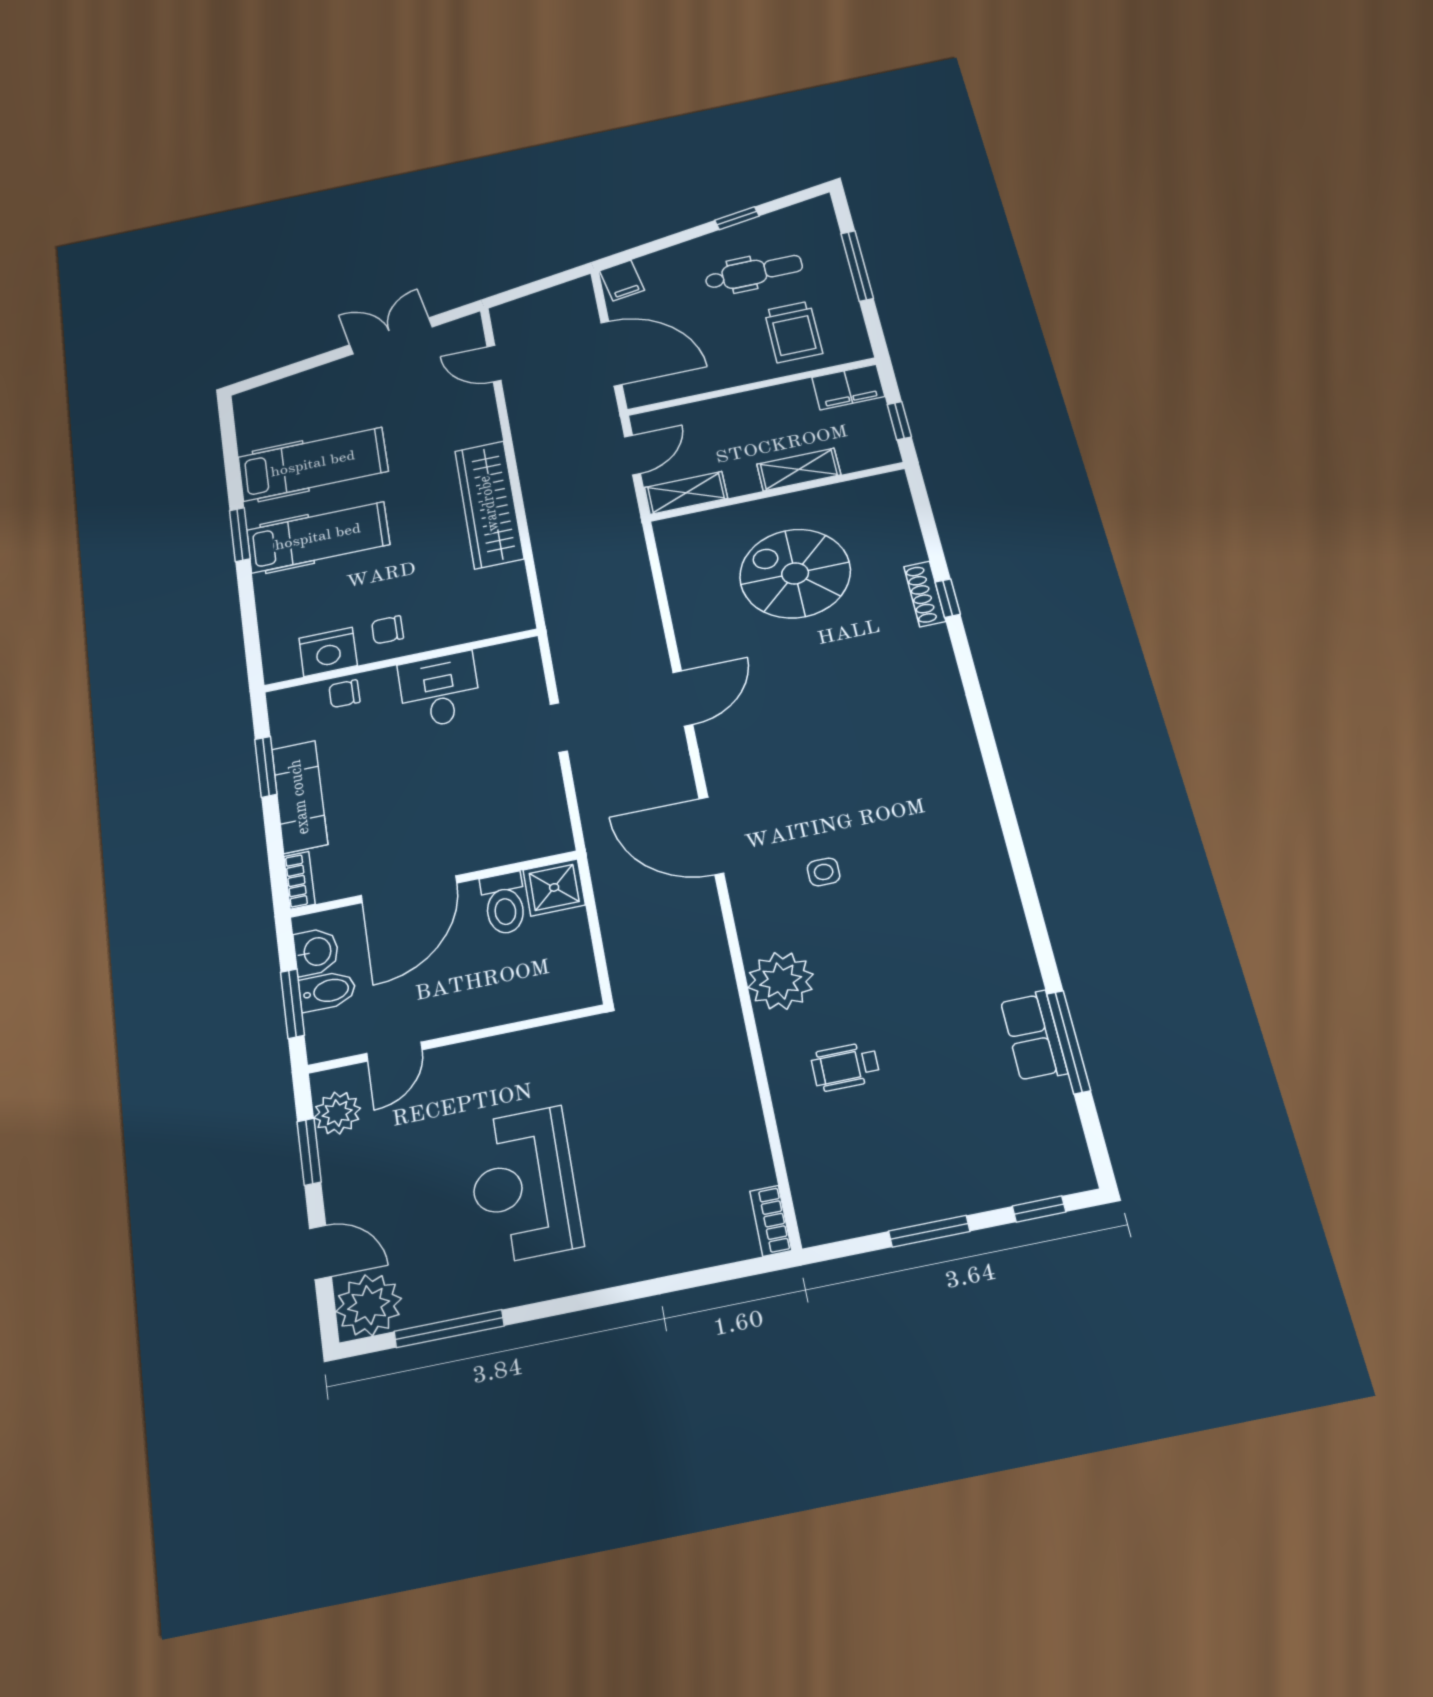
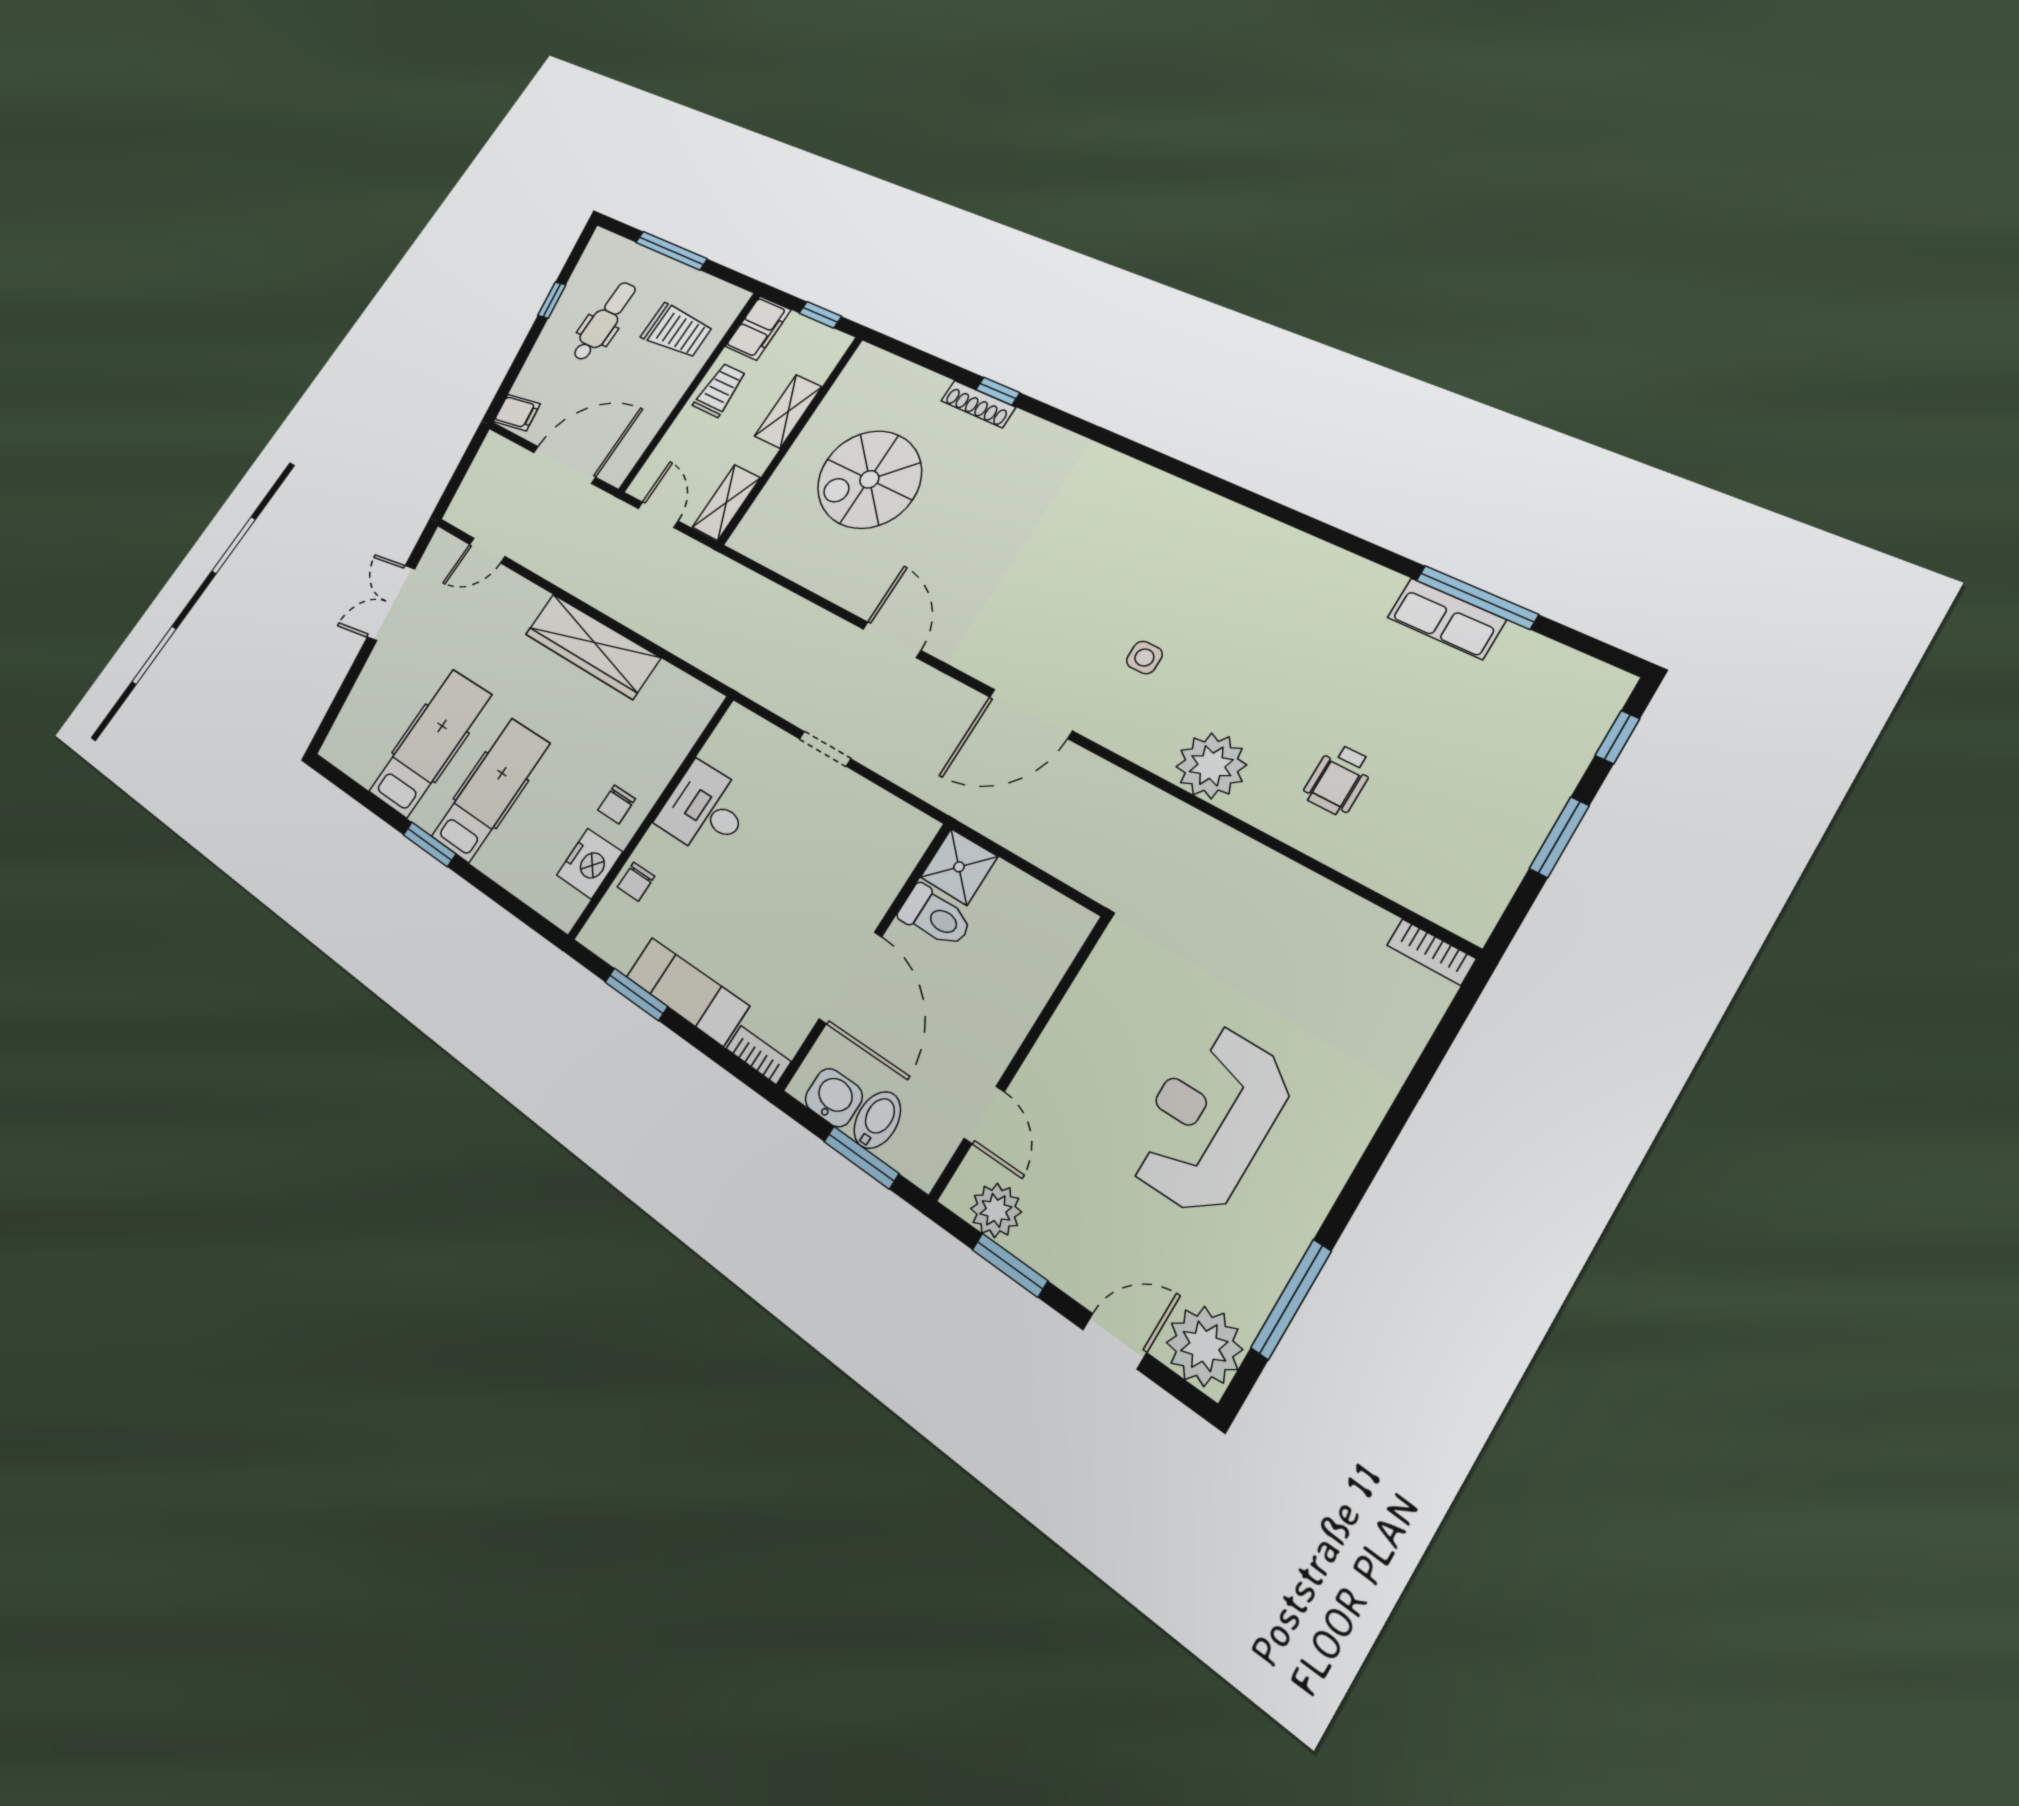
trolley: (772, 406) -> (720, 390), added
reception desk: (524, 1185) -> (1209, 1119), turned 90

